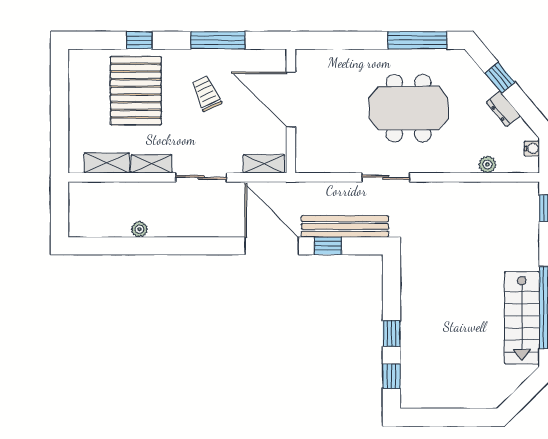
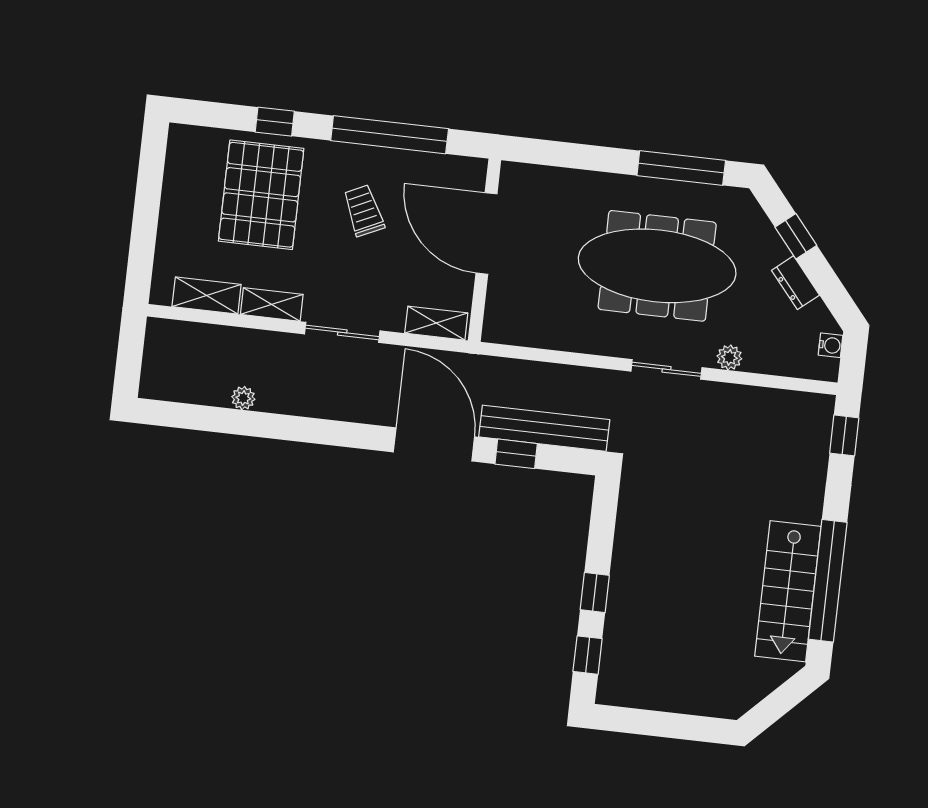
window: (218, 40) -> (390, 135), width x1.46
meeting table: (409, 108) -> (657, 266), width x1.36
plant: (487, 164) -> (729, 357), moved
sliding door: (386, 177) -> (666, 369), moved

